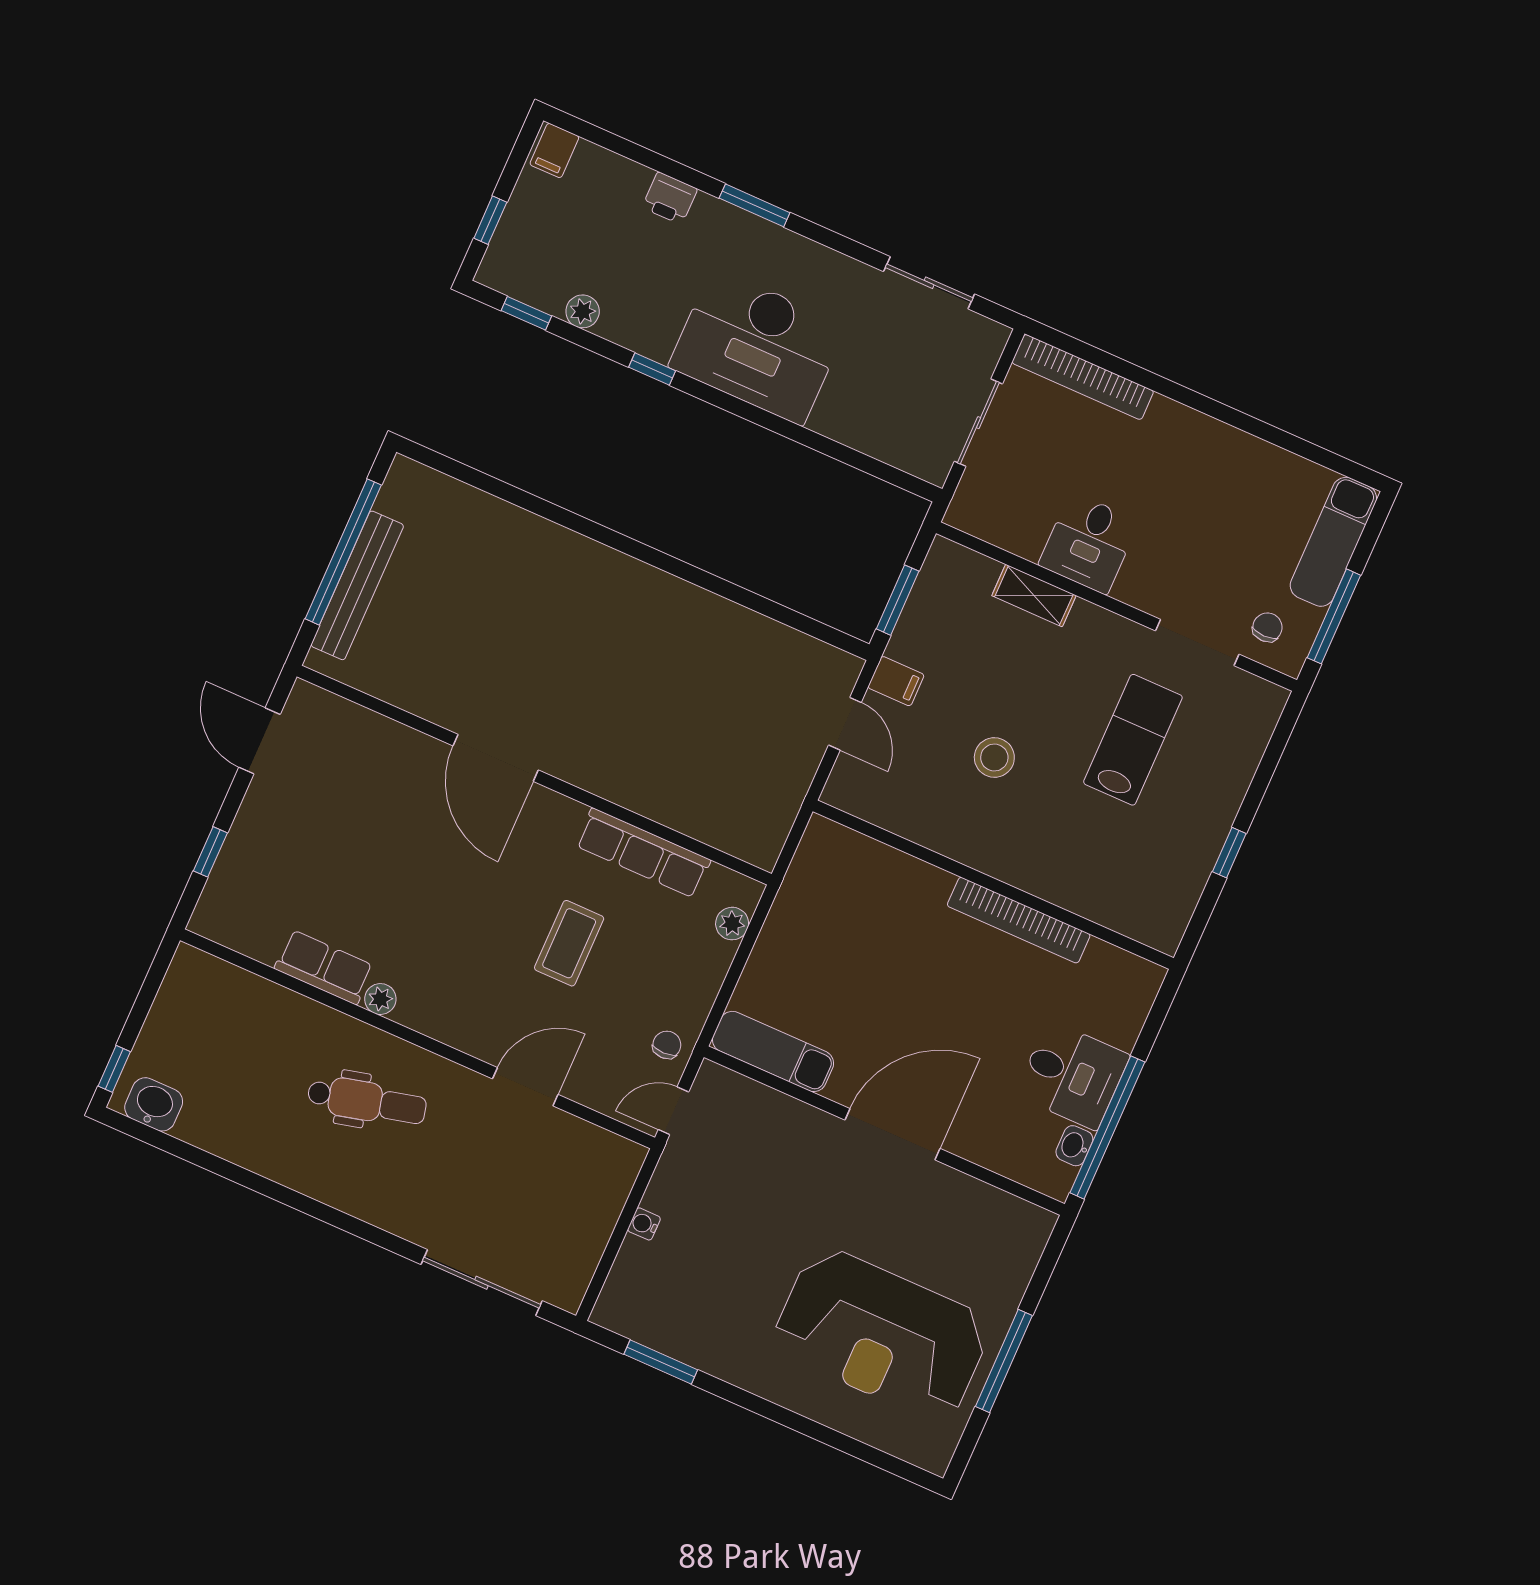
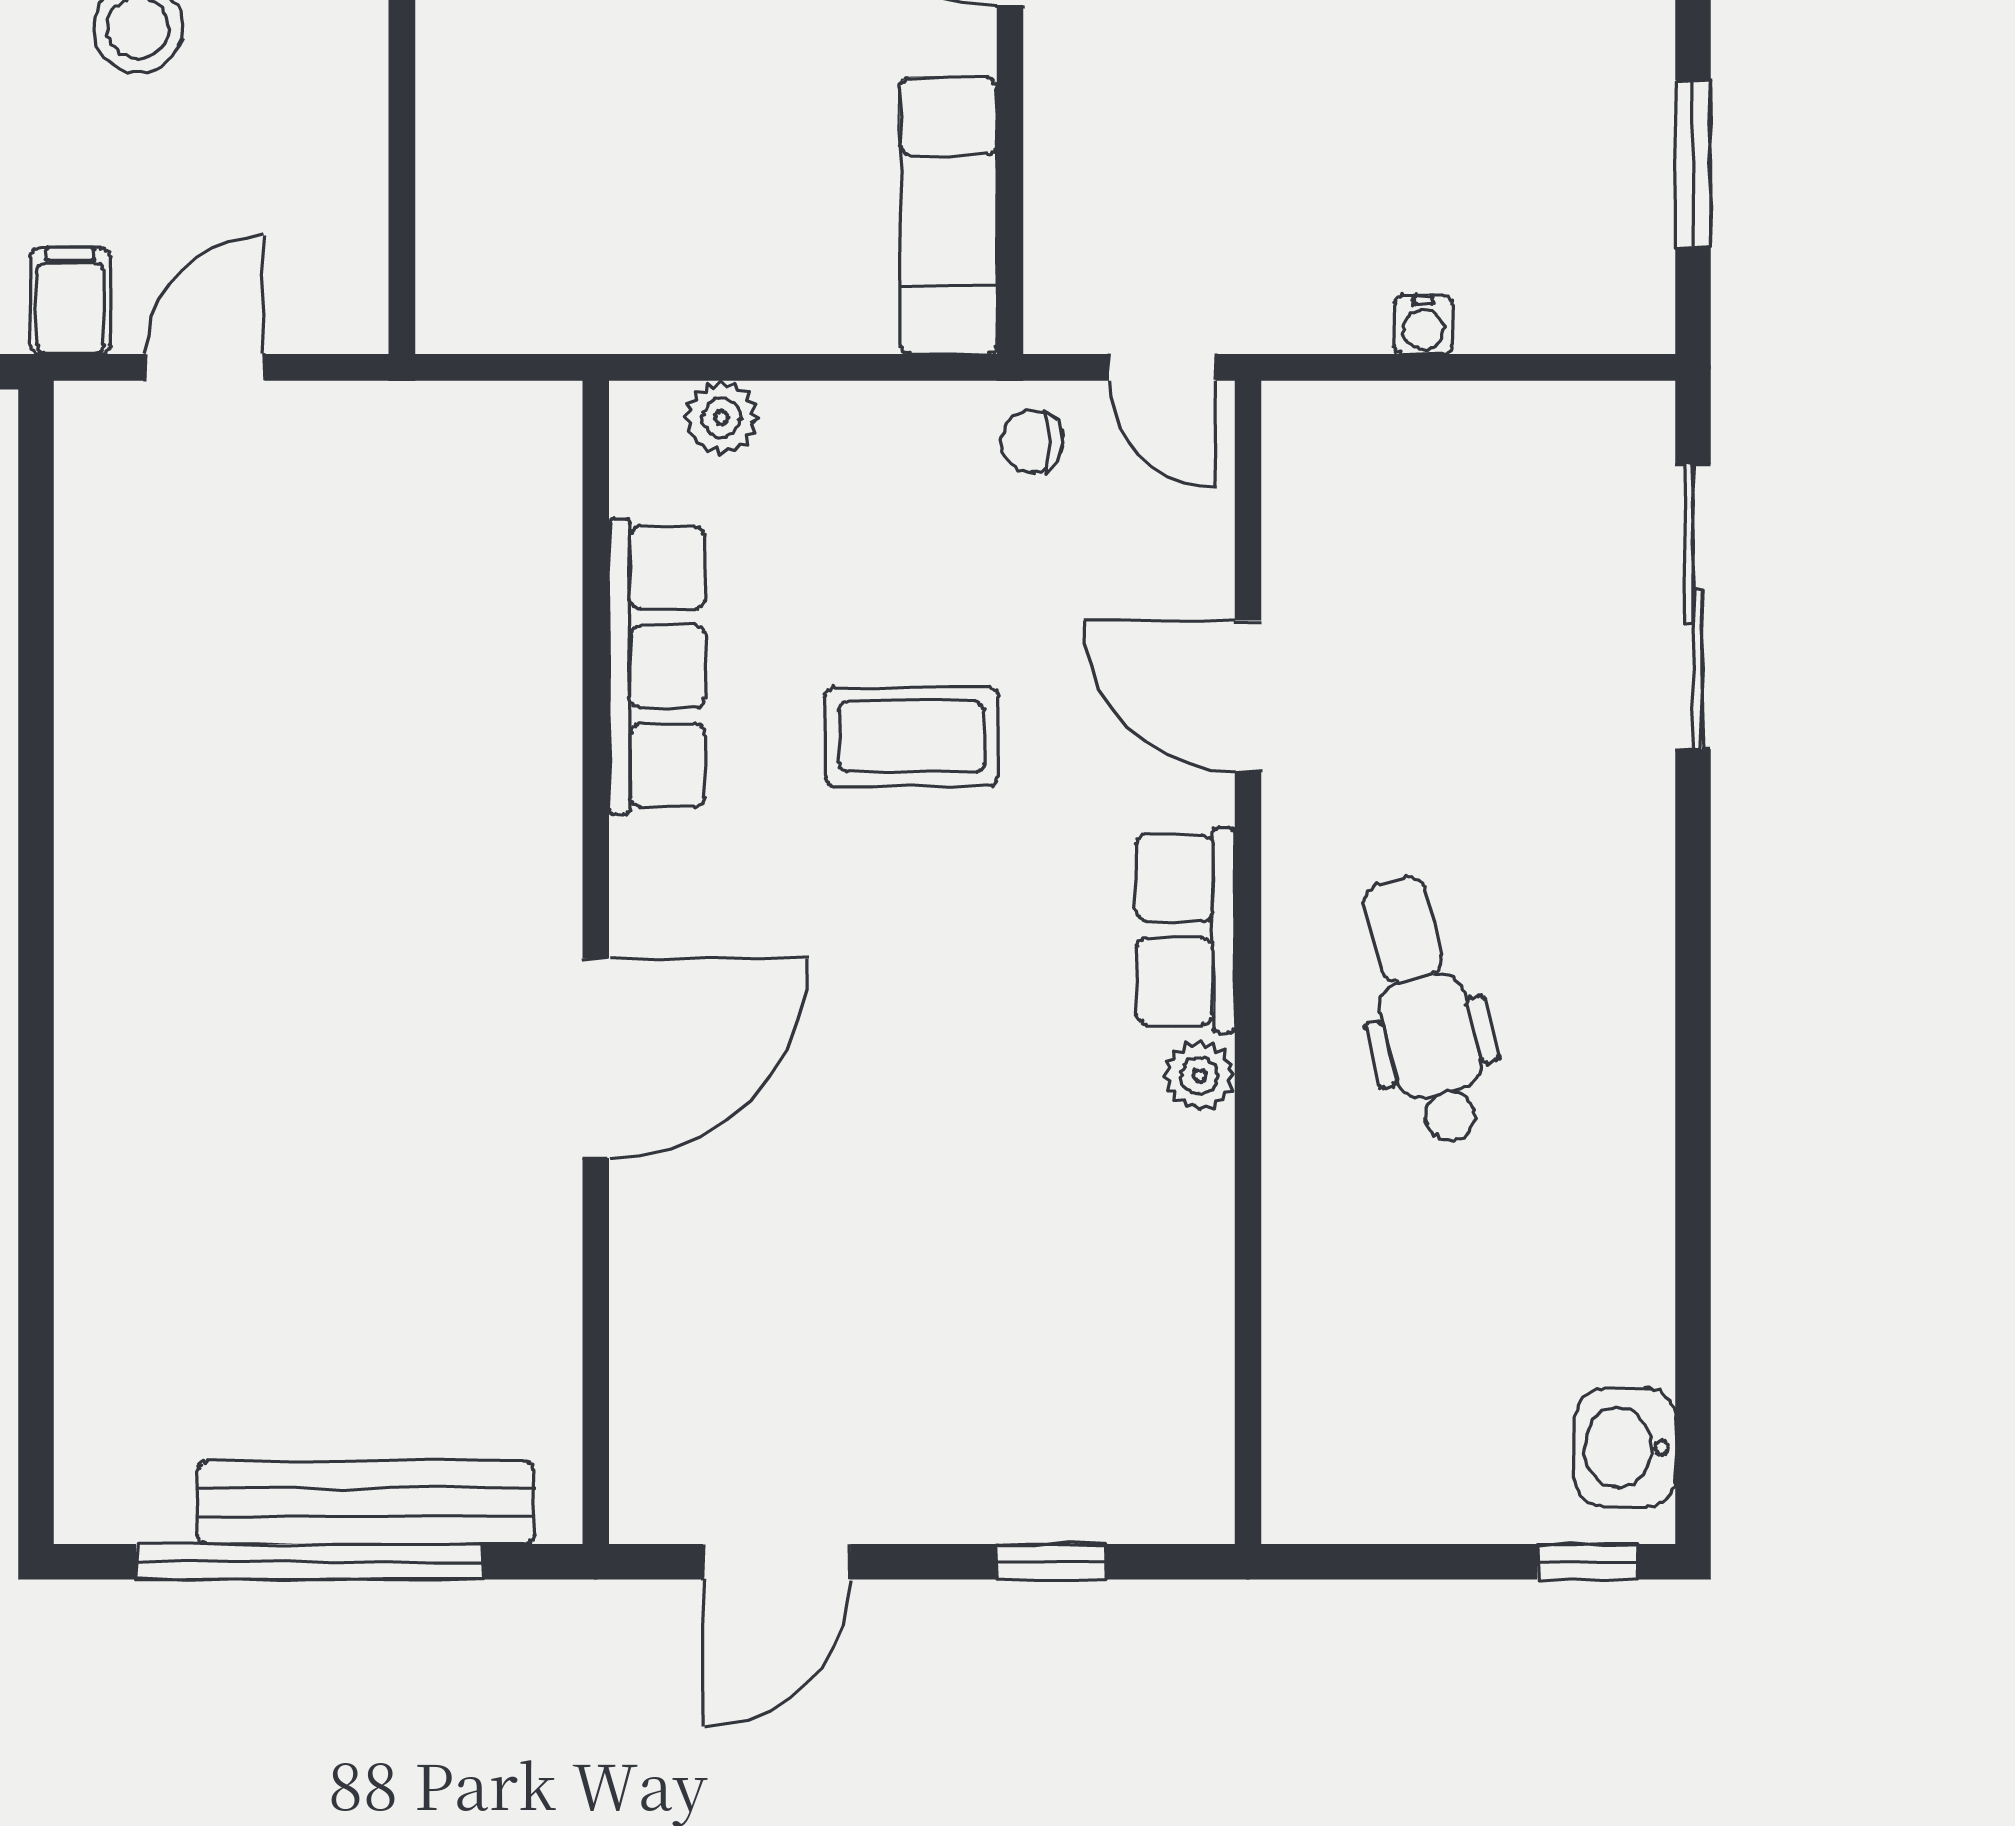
row of seats: (324, 967) -> (1185, 930), moved

